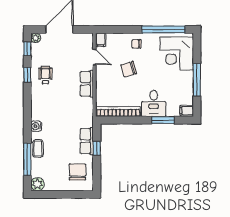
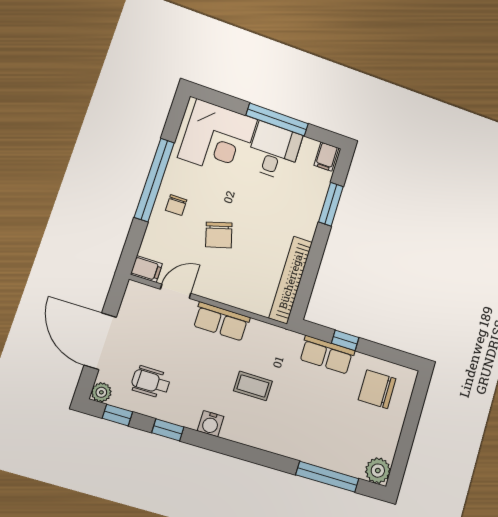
window: (163, 30) -> (154, 180), moved
wheelchair: (45, 75) -> (151, 382), moved
desk: (154, 103) -> (274, 151), moved, turned -90
water cooler: (36, 126) -> (211, 424), moved
coffee table: (38, 149) -> (253, 386), moved

